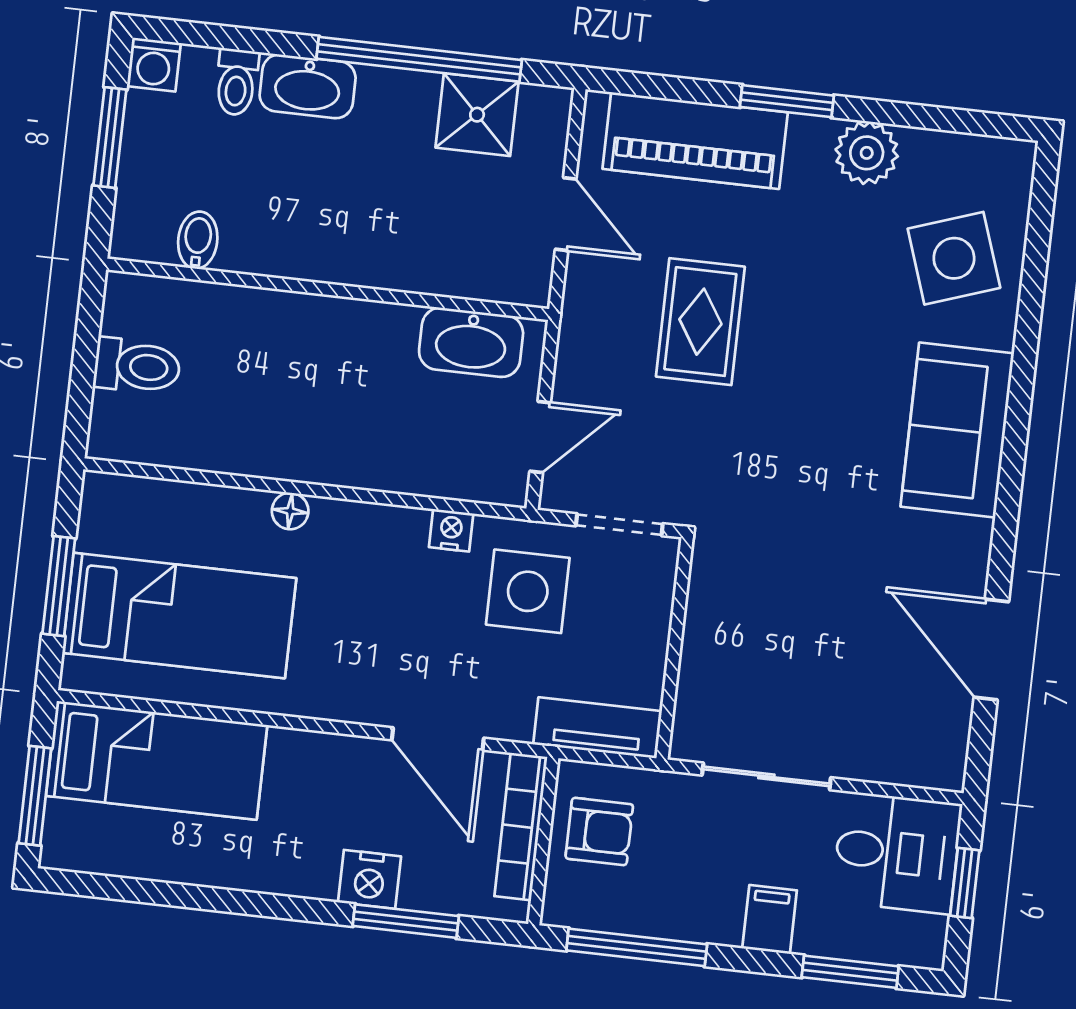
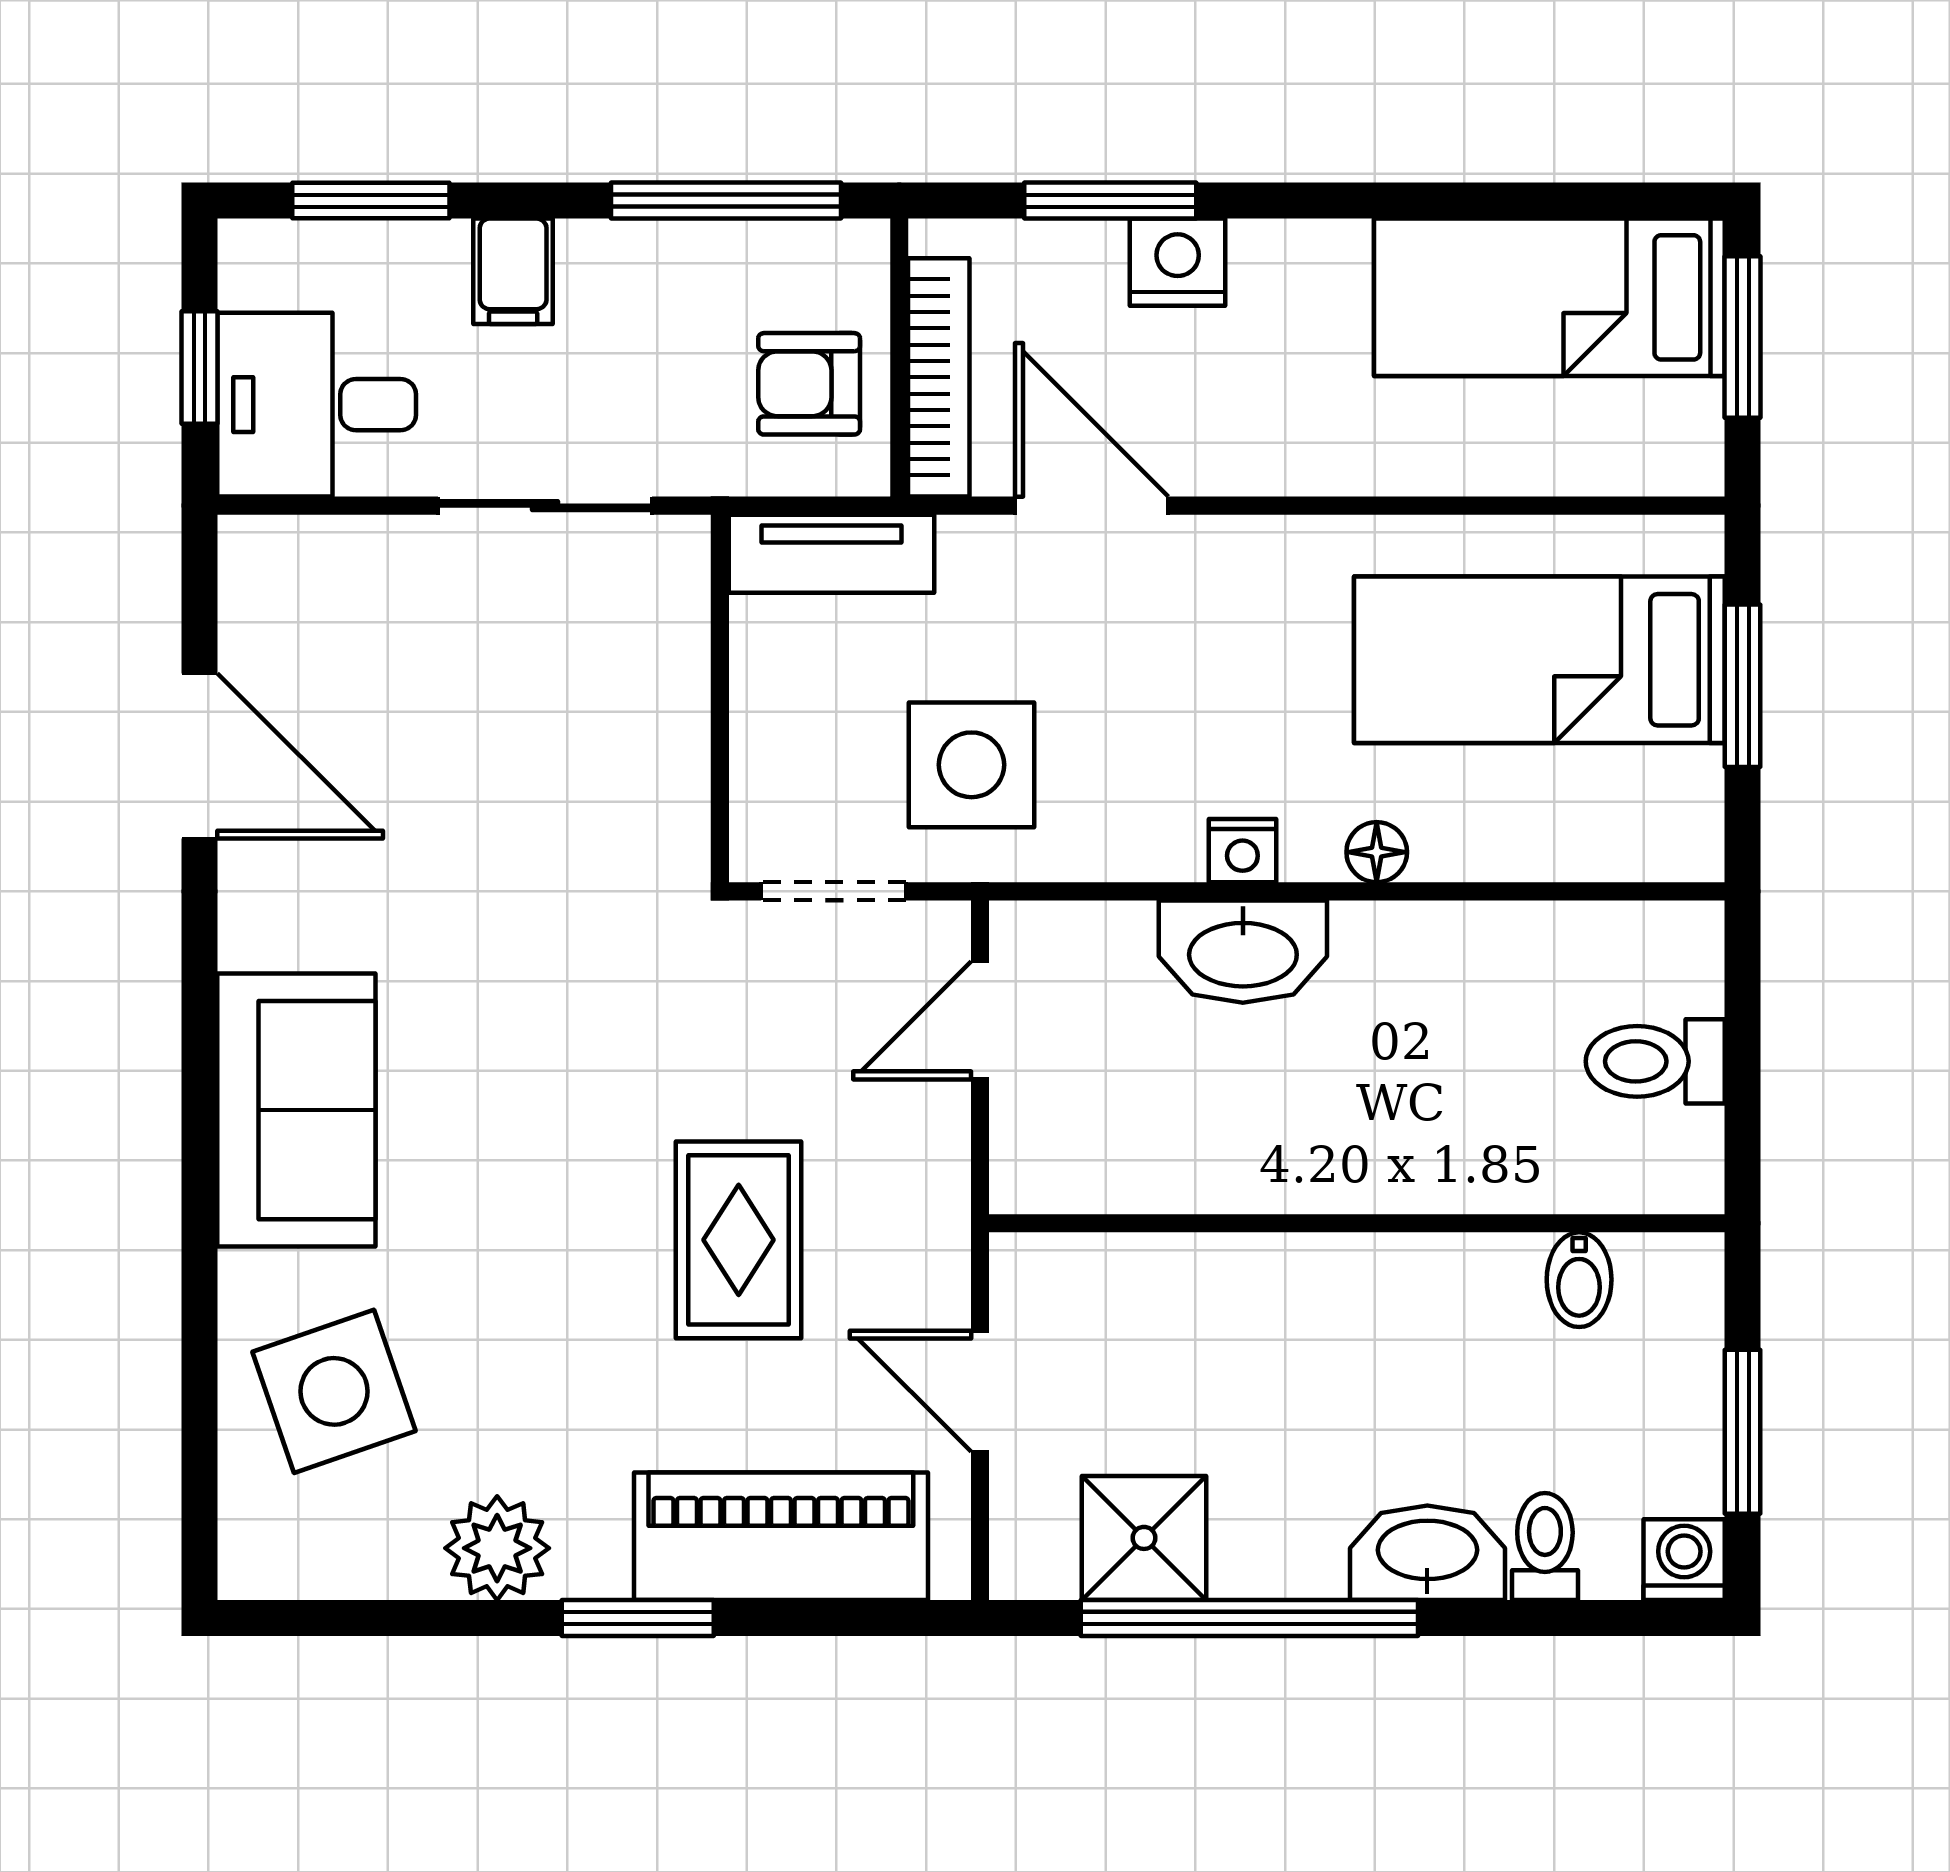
washbasin: (471, 342) -> (1243, 952), moved, turned 180
nightstand: (451, 530) -> (1242, 851), moved
bed: (157, 760) -> (1549, 297), moved

